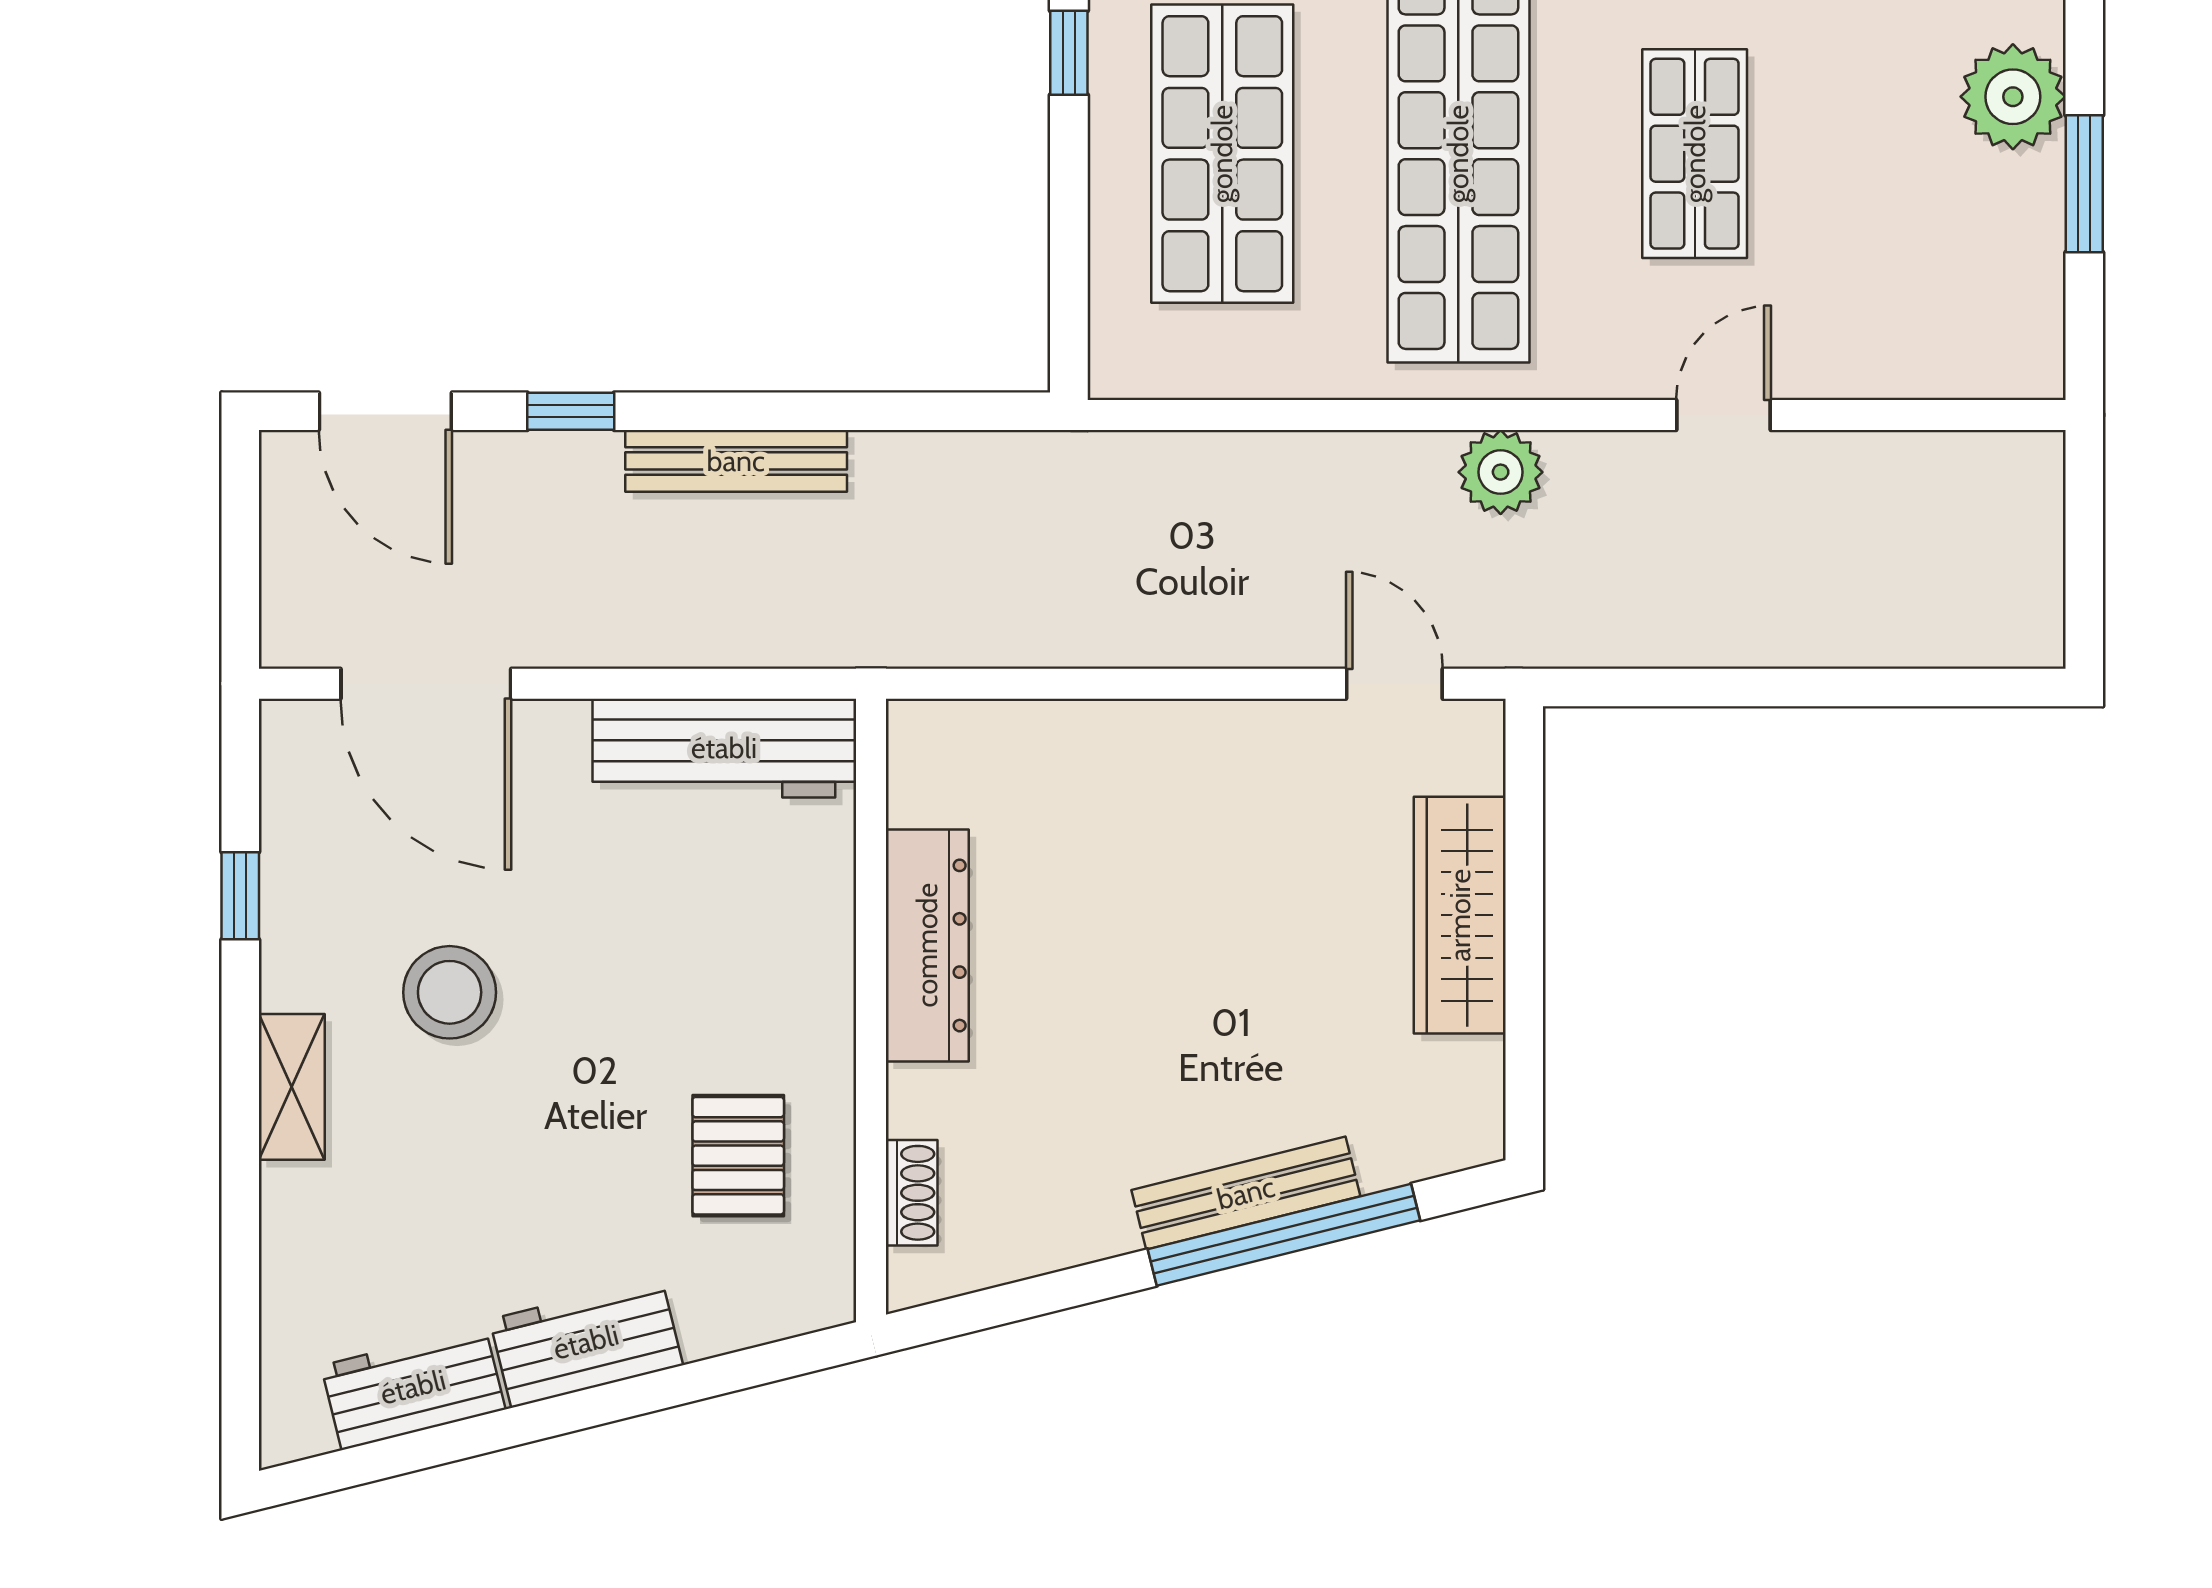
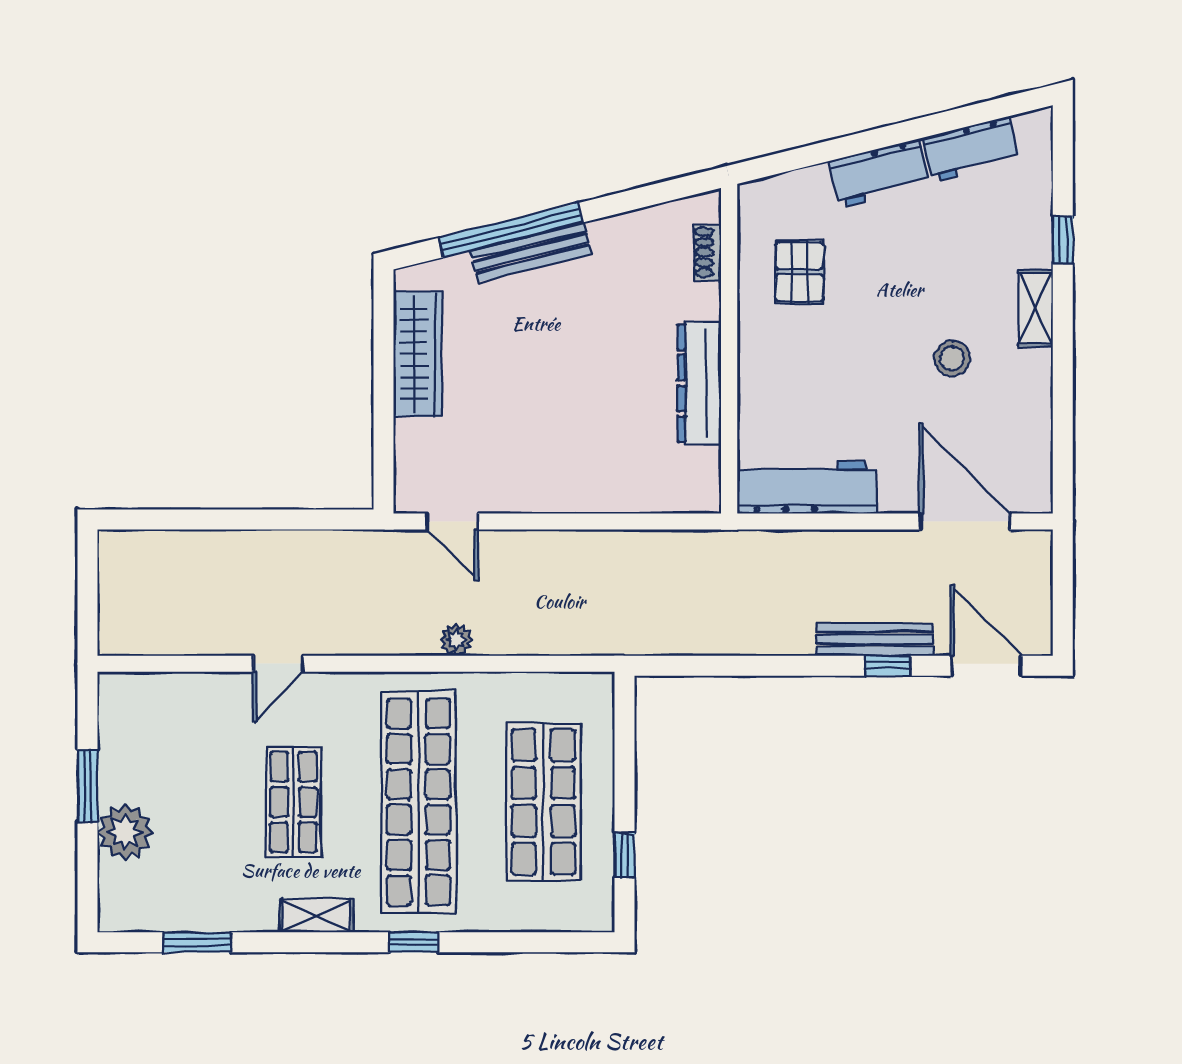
bench: (736, 461) -> (875, 639), moved
plant: (1501, 472) -> (456, 640), moved, width x0.73, depth x0.73
window: (240, 896) -> (1063, 240), moved
wardrobe: (1460, 915) -> (418, 354), moved
stool: (450, 992) -> (952, 358), width x0.73, depth x0.73

